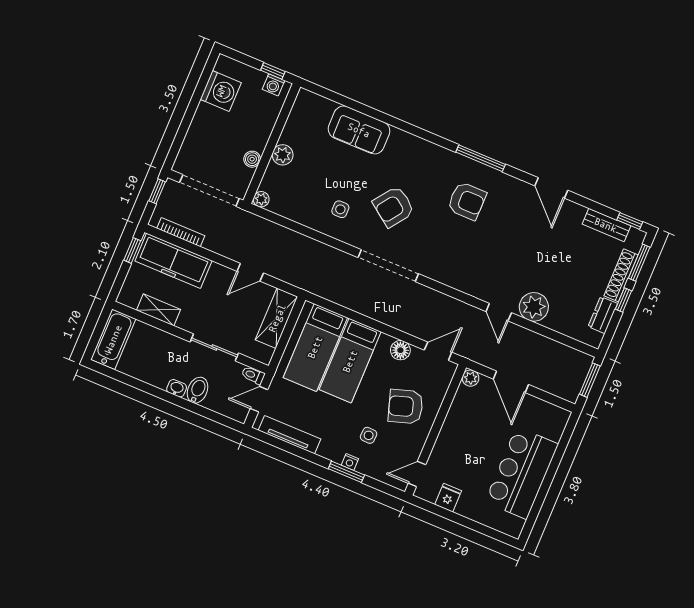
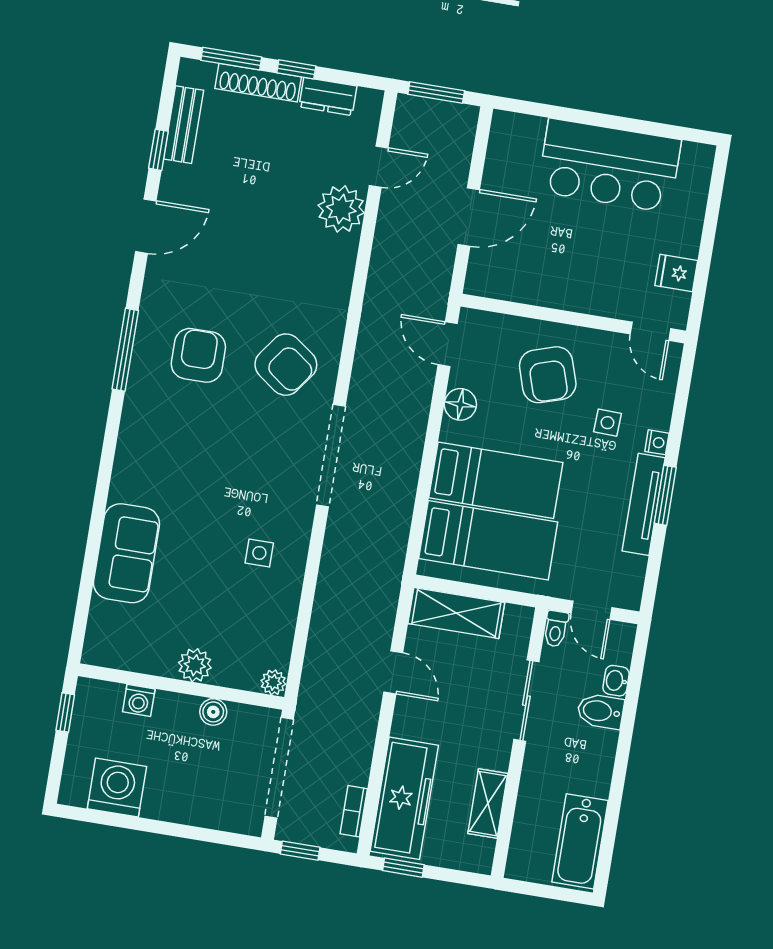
washing machine: (273, 85) -> (139, 700), moved, turned 90
armchair: (394, 207) -> (286, 365), moved
window: (630, 221) -> (158, 150), moved
bookcase: (181, 232) -> (354, 811), width x0.64
door: (499, 312) -> (379, 167), moved
bathtub: (113, 339) -> (580, 841), moved, turned -90
plant: (470, 378) -> (478, 283), removed
washbasin: (177, 388) -> (616, 681), moved
tv unit: (290, 435) -> (644, 504), moved
window: (346, 472) -> (665, 495), moved

